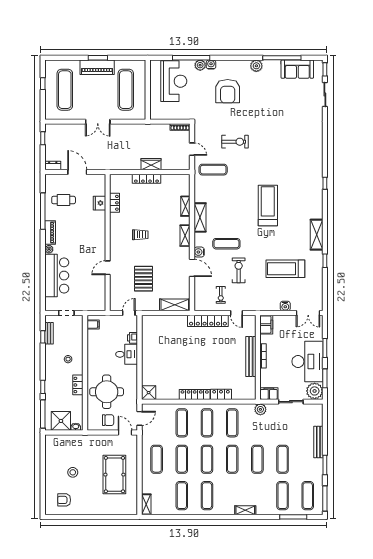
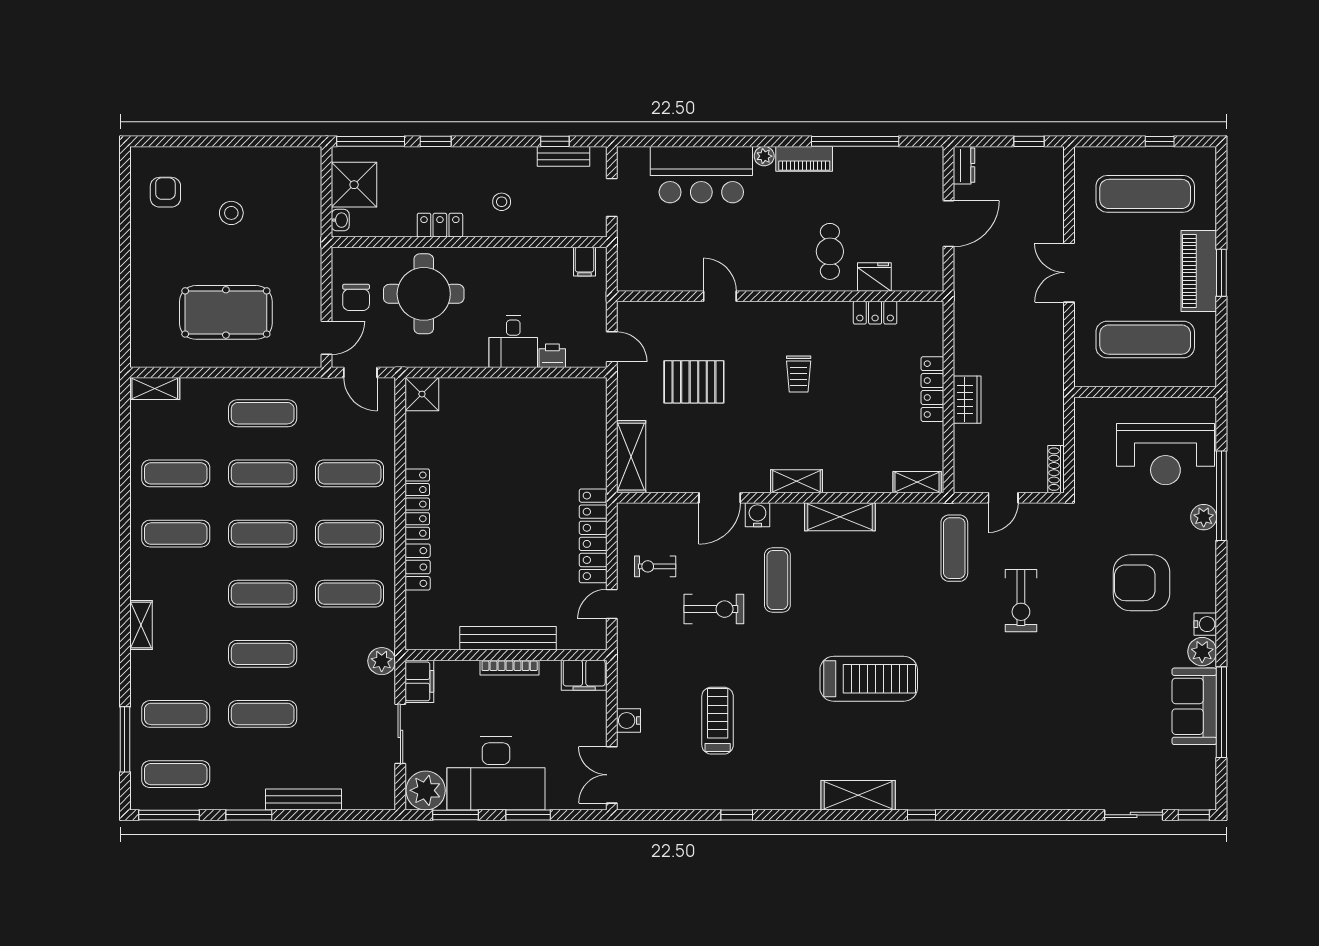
water cooler: (211, 65) -> (1205, 624), moved
sofa: (297, 69) -> (1194, 706), moved
cafe table: (64, 200) -> (830, 251), moved
shelving: (185, 206) -> (917, 482), moved
shelving: (317, 235) -> (858, 795), moved
treadmill: (285, 269) -> (718, 721), width x0.73, depth x0.73

